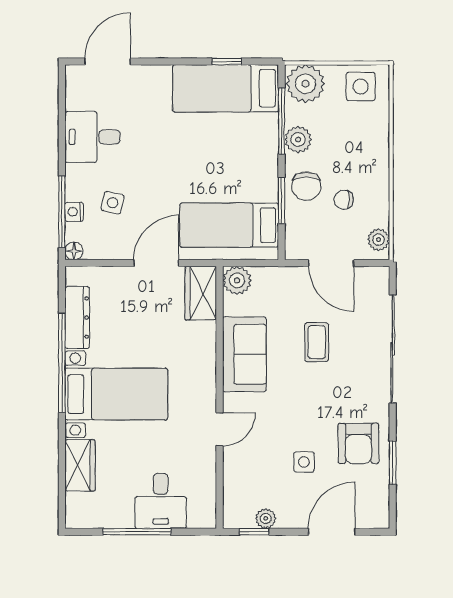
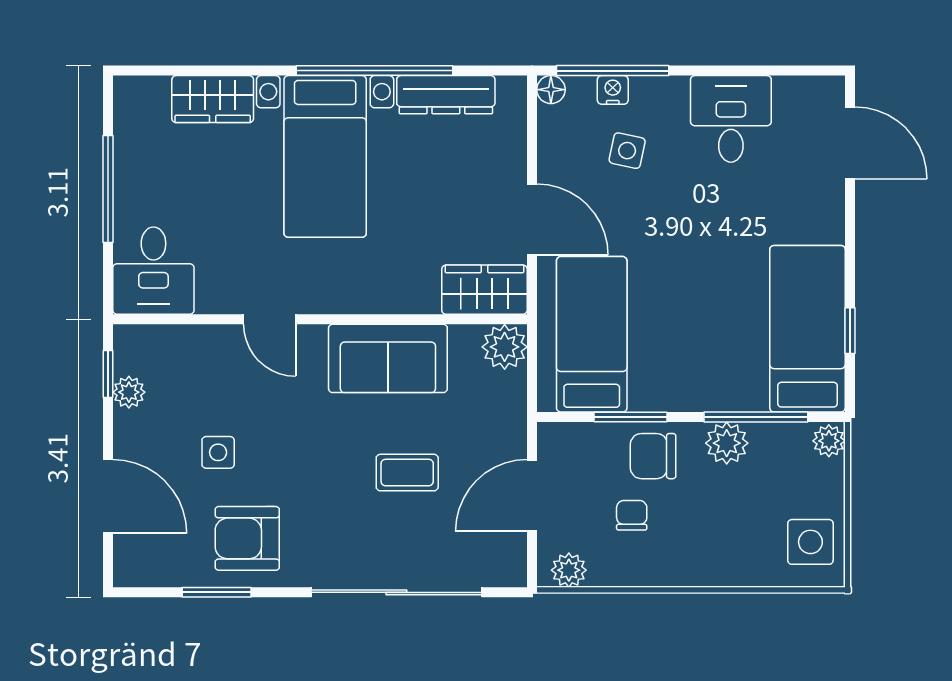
plant: (305, 84) -> (829, 441), width x0.53, depth x0.53
desk: (161, 501) -> (153, 271), moved, turned -90

